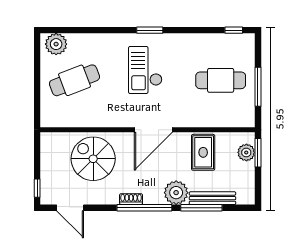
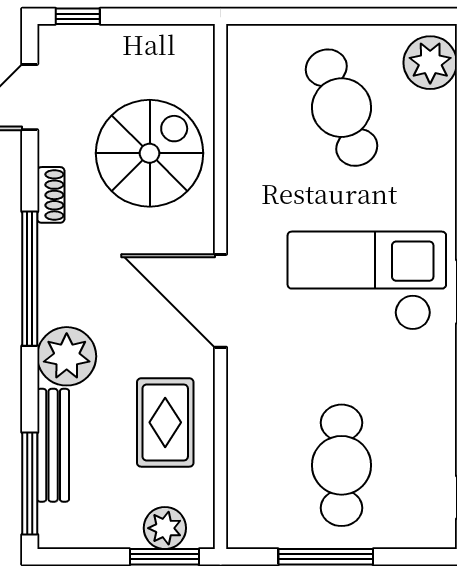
checkout: (145, 70) -> (367, 281), width x1.36, depth x1.21
rug: (203, 152) -> (165, 422), turned 90
shoe rack: (131, 199) -> (51, 195), moved
window: (201, 208) -> (30, 483), moved

